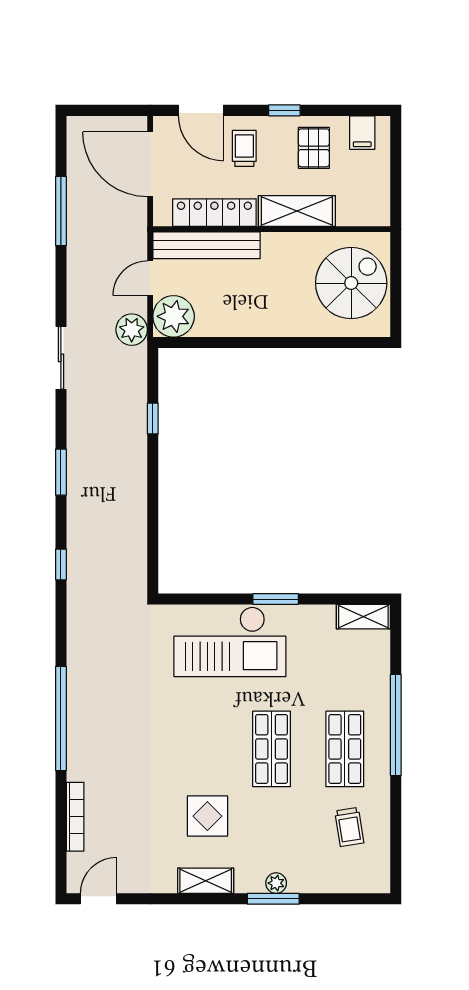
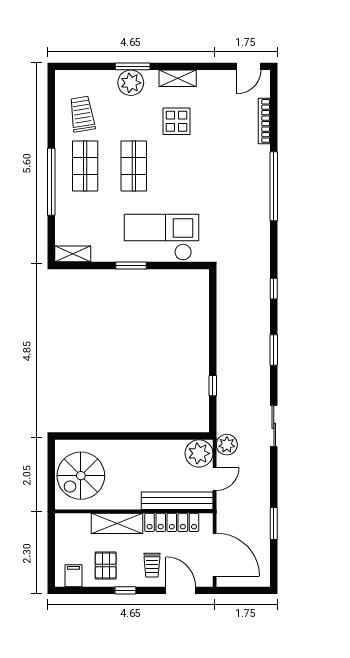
window: (61, 211) -> (274, 523), width x0.69
trolley: (349, 827) -> (82, 114), width x1.36, depth x1.39
plant: (276, 883) -> (131, 83), width x1.87, depth x1.87

